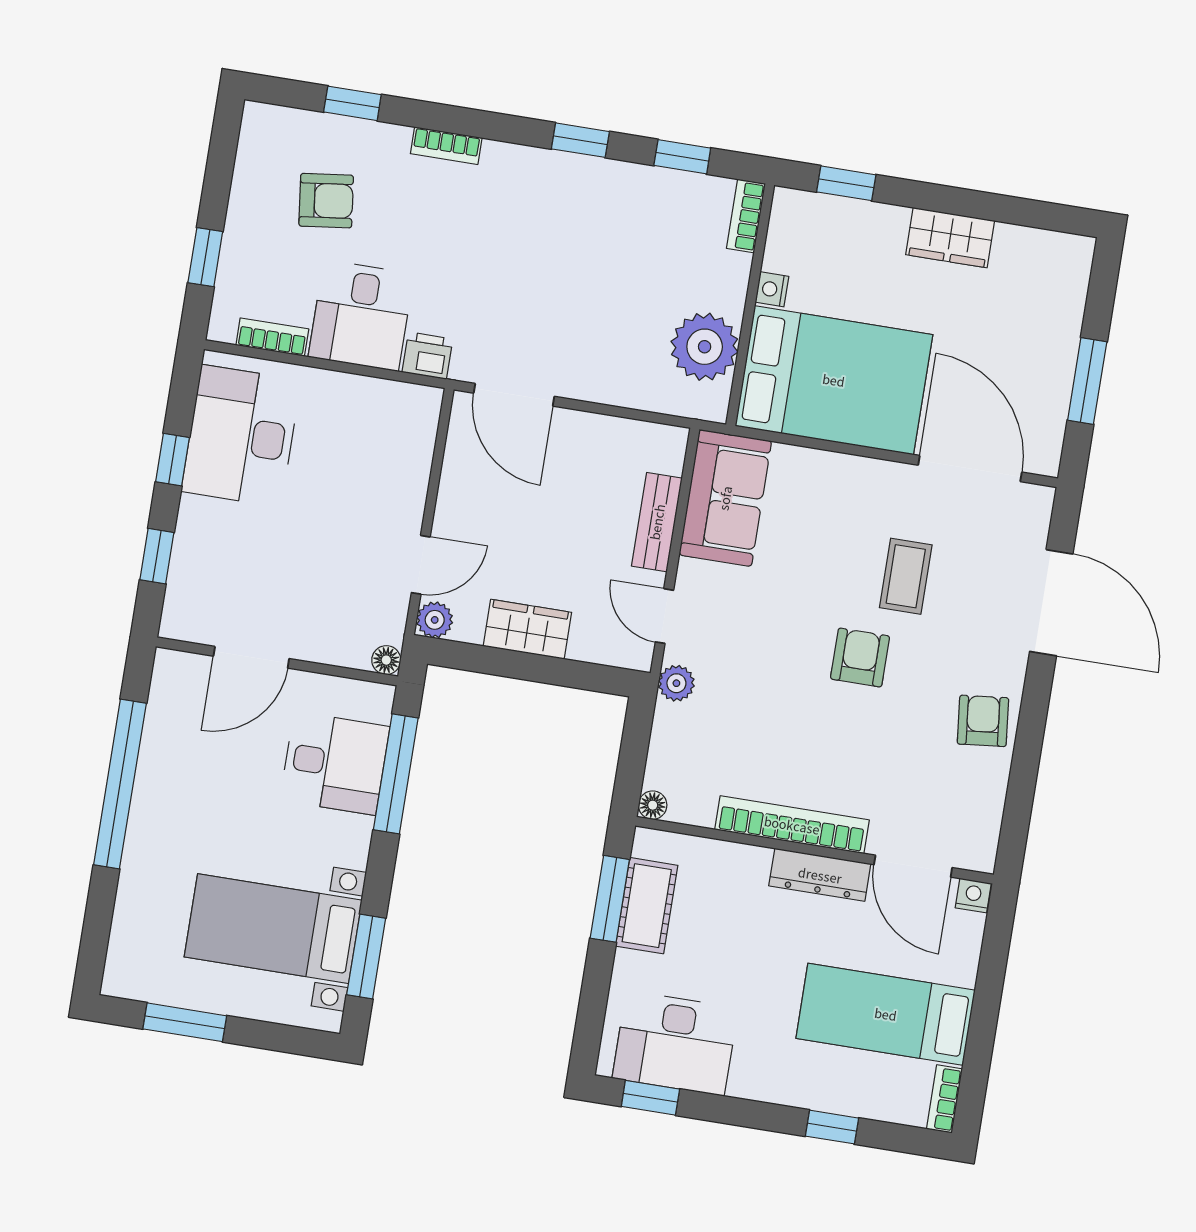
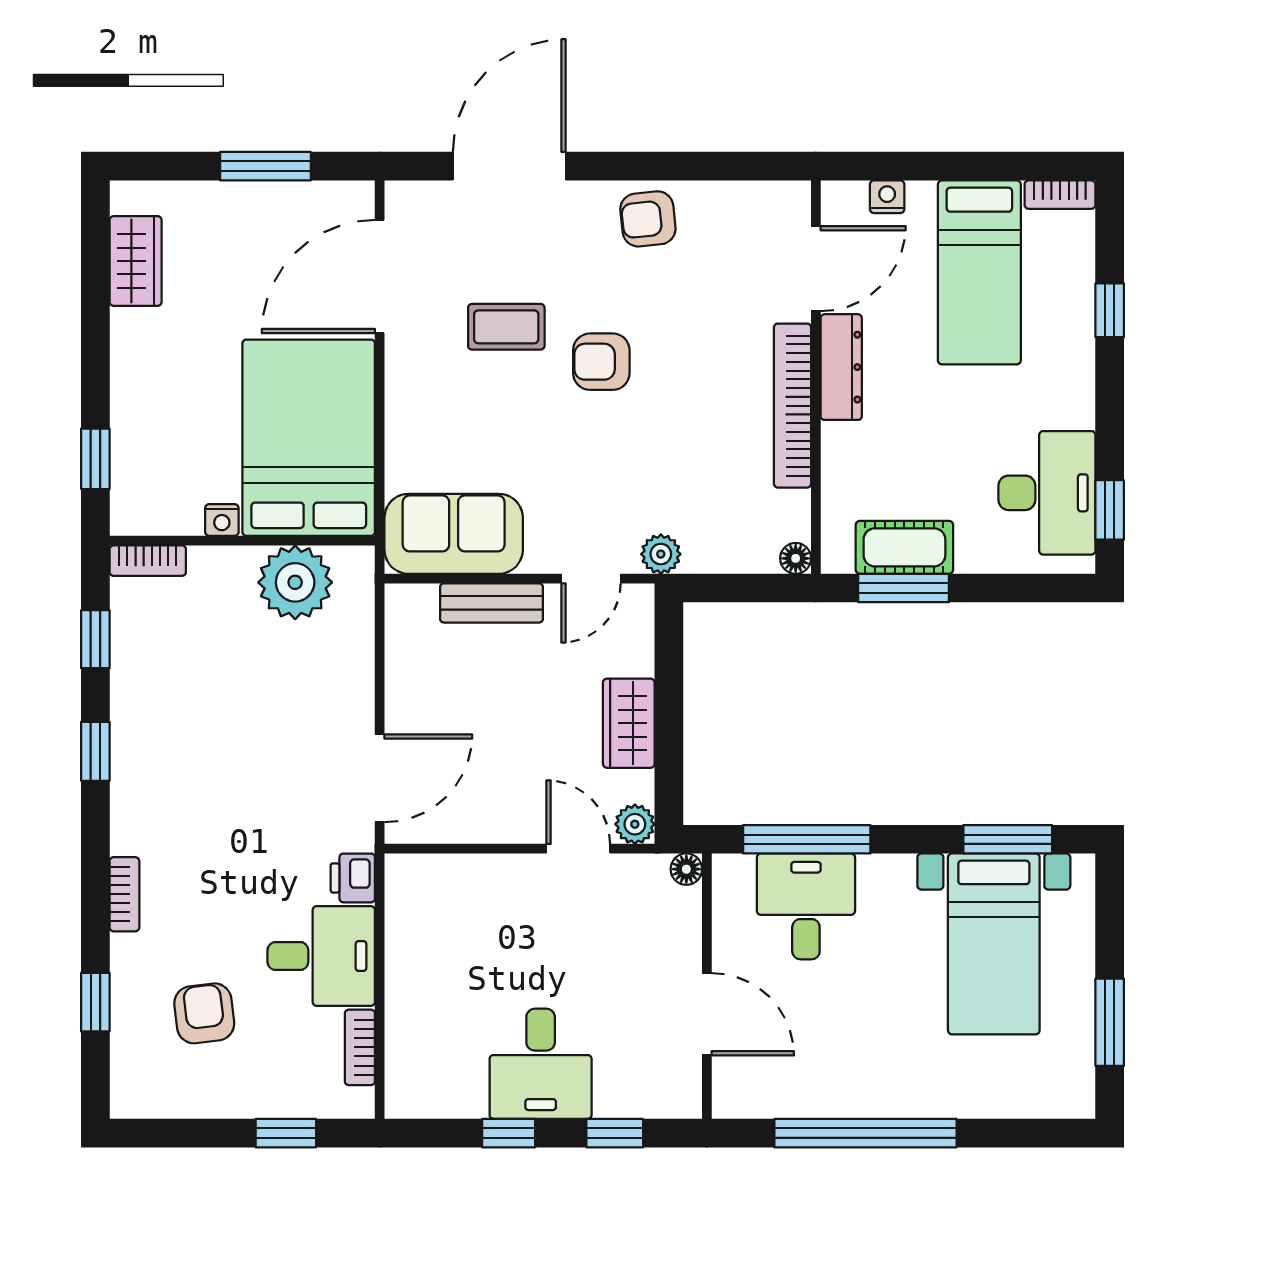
wardrobe: (950, 238) -> (136, 261), moved
desk: (241, 436) -> (541, 1064), moved, width x0.73
nightstand: (973, 896) -> (887, 197), moved, turned 90

